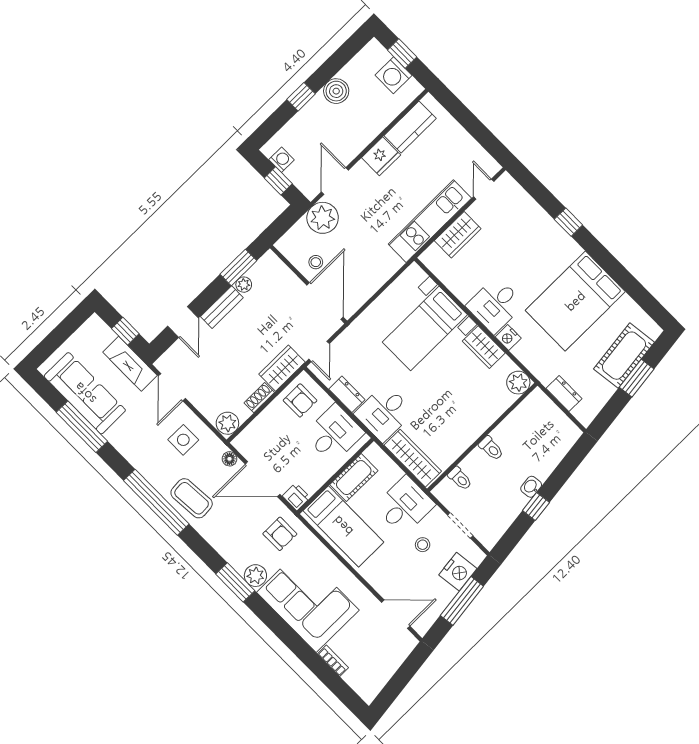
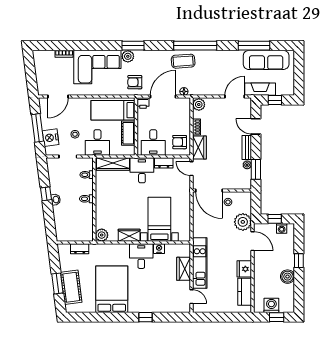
nightstand: (508, 337) -> (159, 249), moved
door: (172, 387) -> (235, 97), hinge flipped
side table: (183, 440) -> (209, 81), removed

